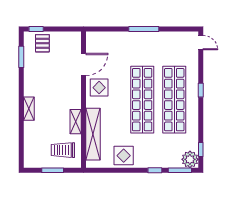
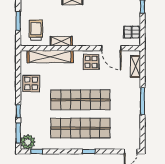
shelving: (104, 37) -> (136, 66), added
pallet: (42, 43) -> (132, 32), moved

